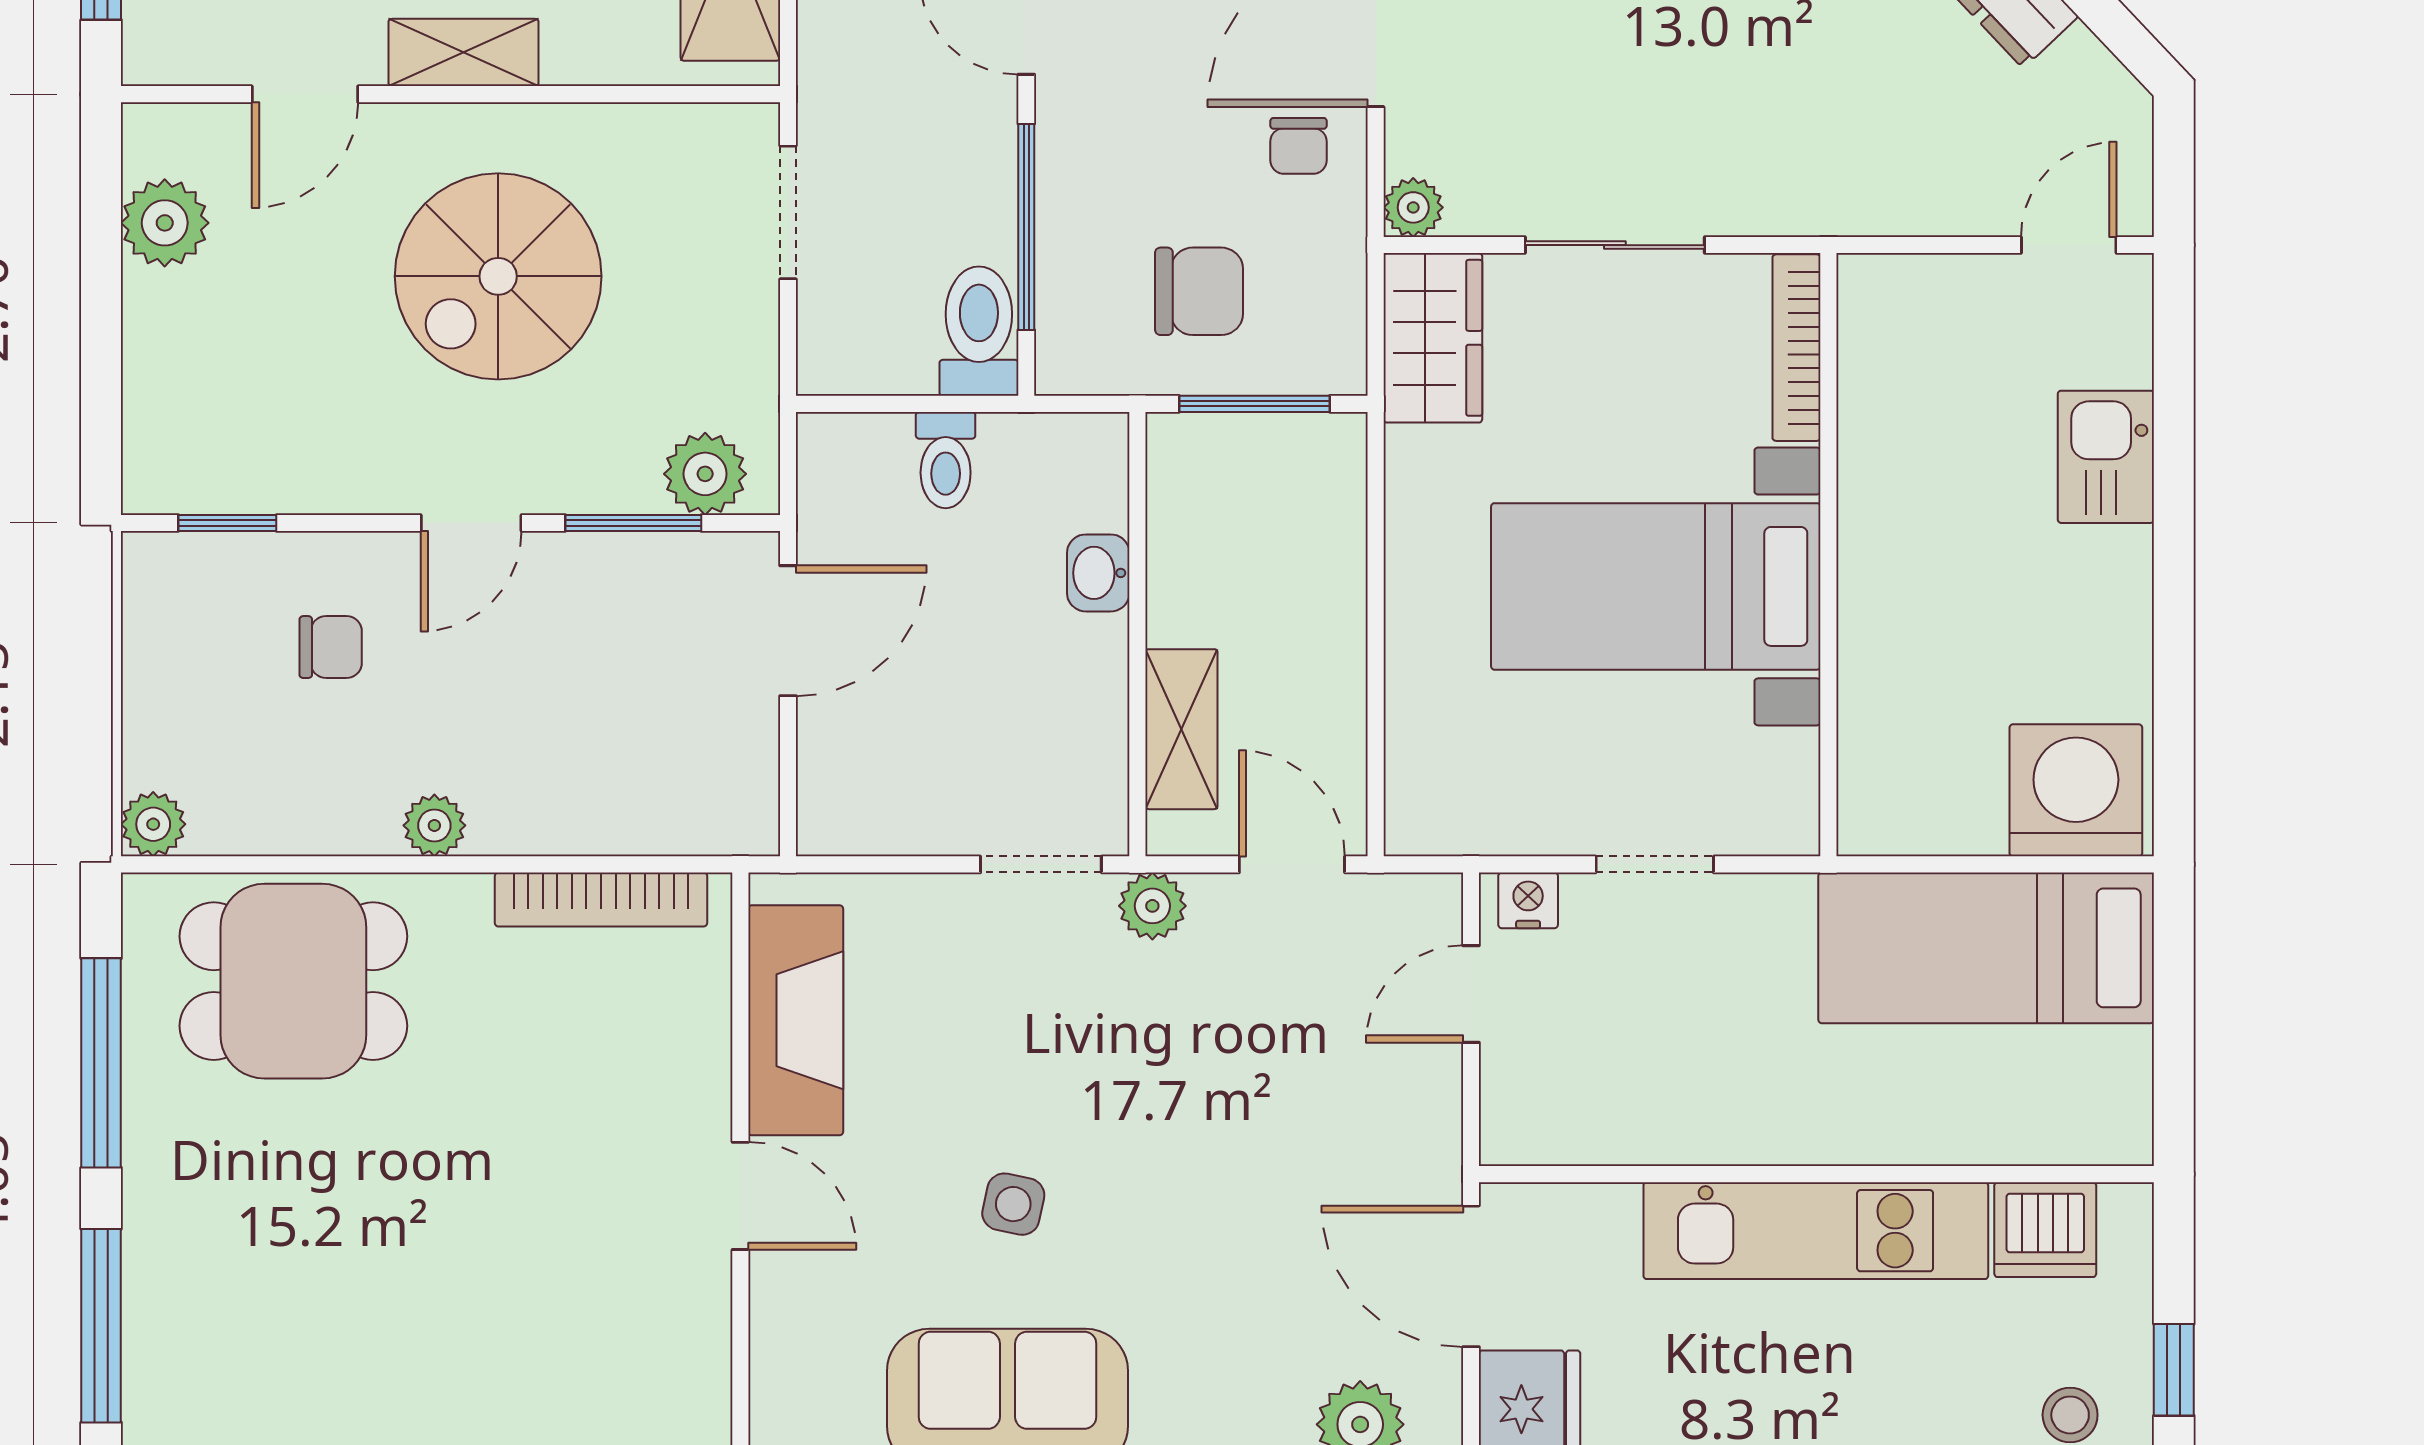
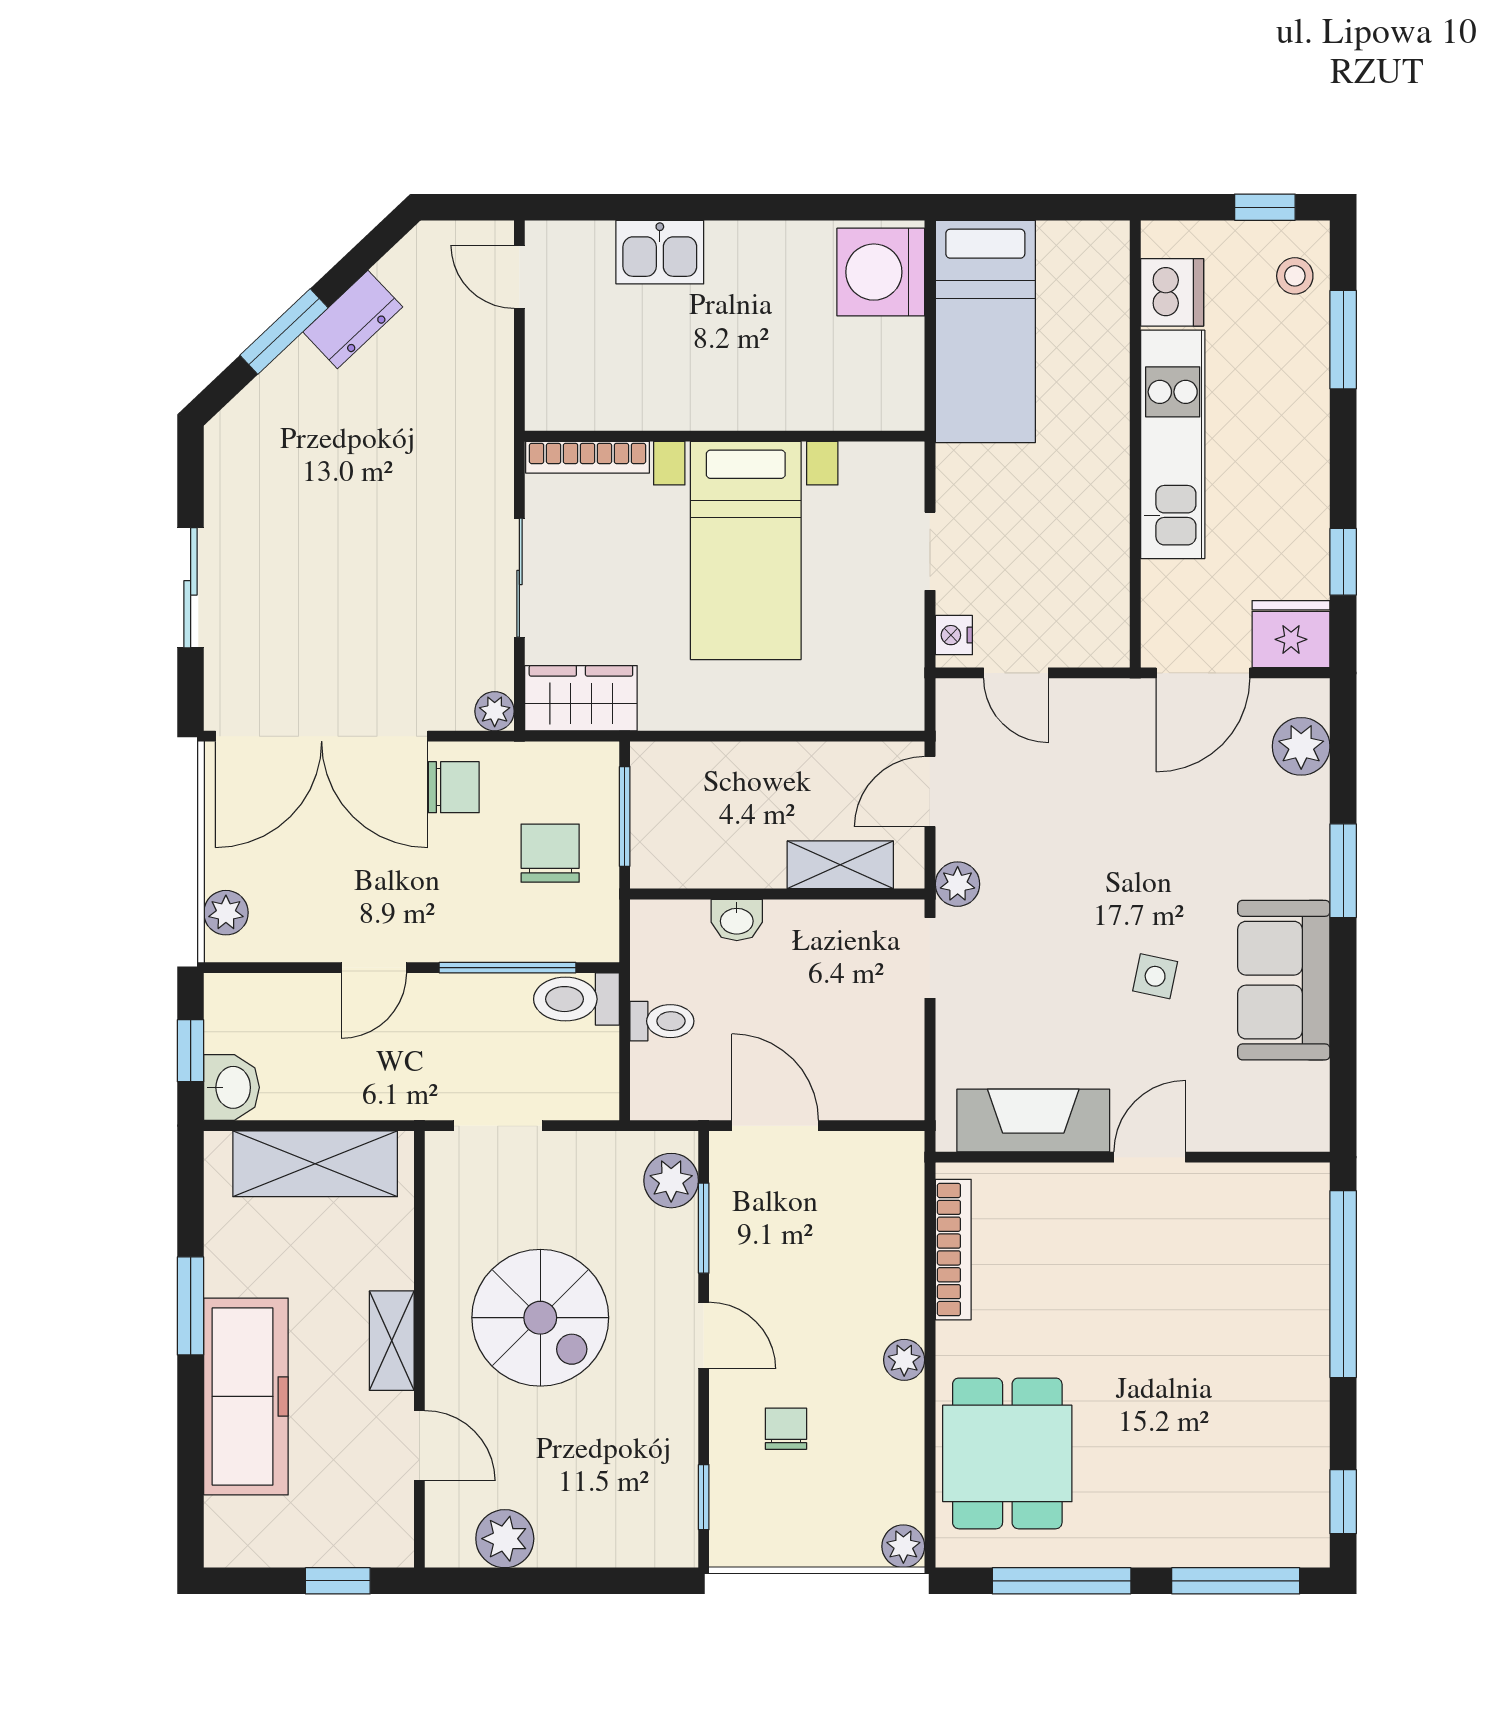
chair: (1299, 146) -> (454, 787), width x1.37, depth x1.37

